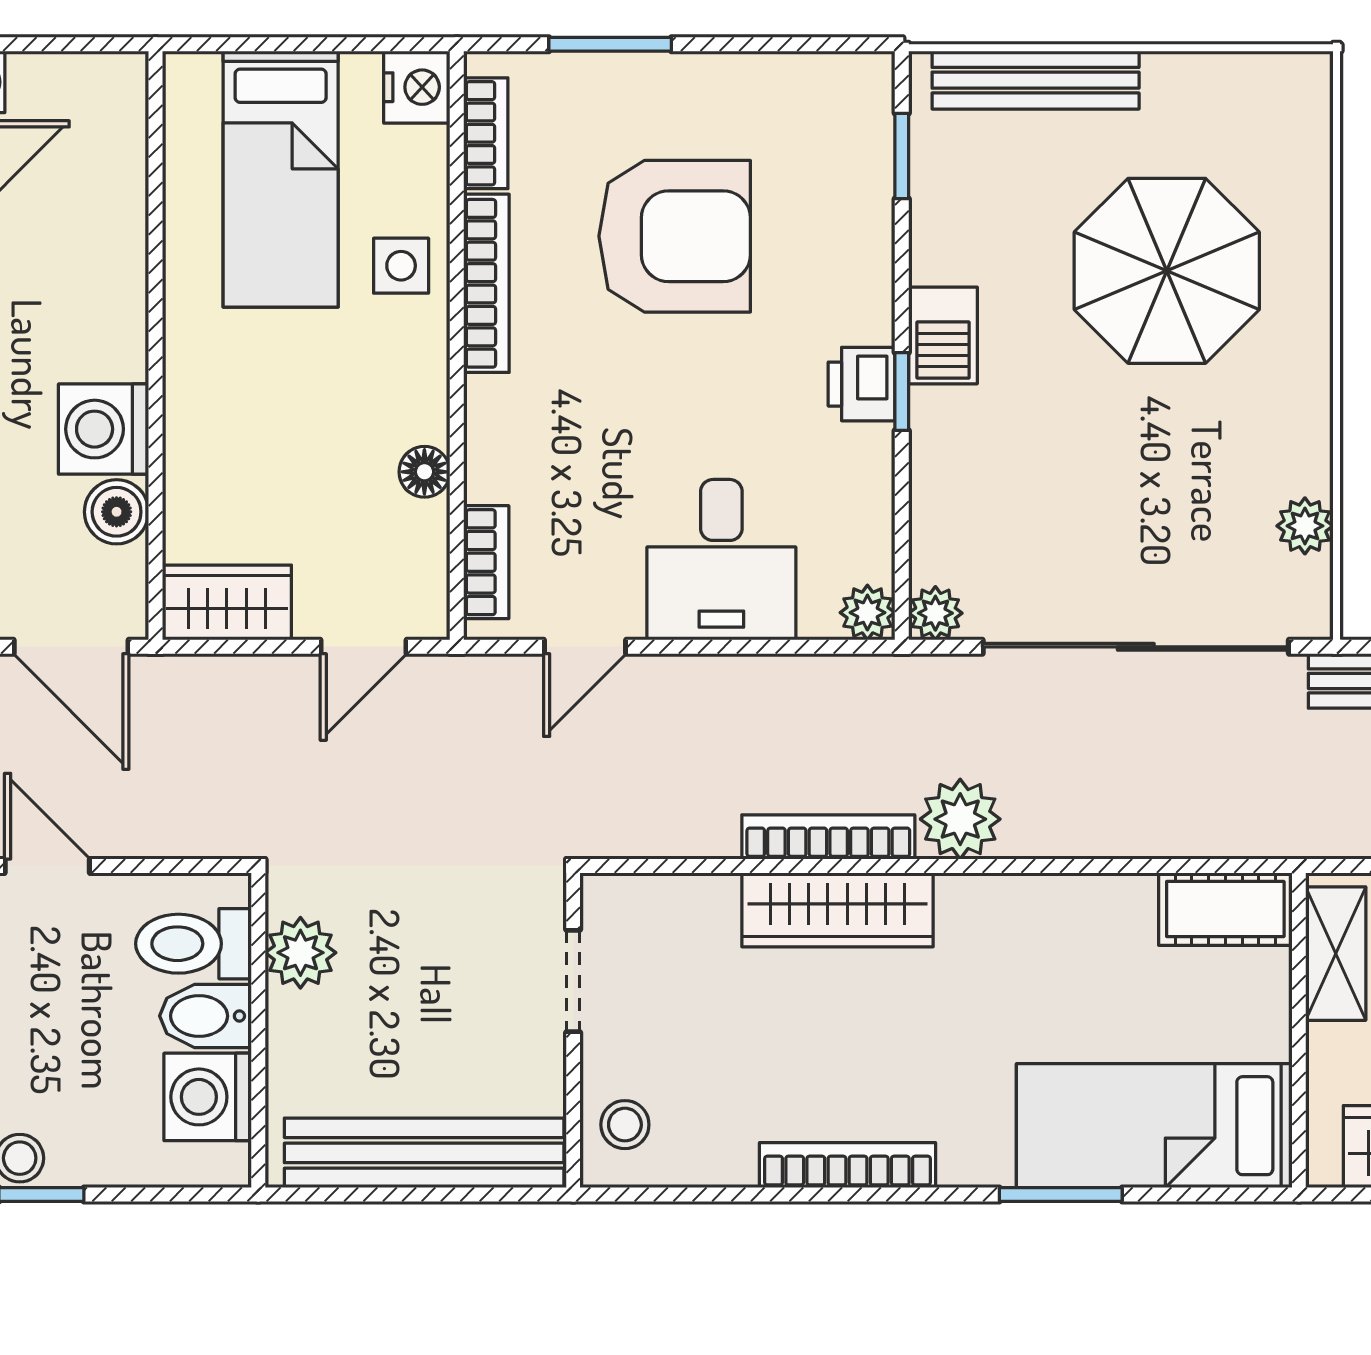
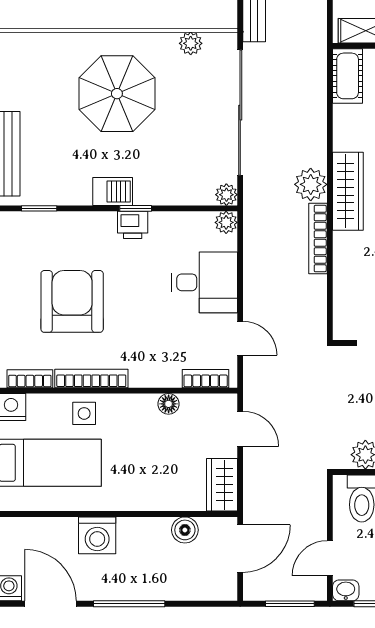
parasol: (1167, 271) -> (117, 94), moved
washing machine: (104, 429) -> (97, 535), moved
wardrobe: (838, 910) -> (348, 191), moved

